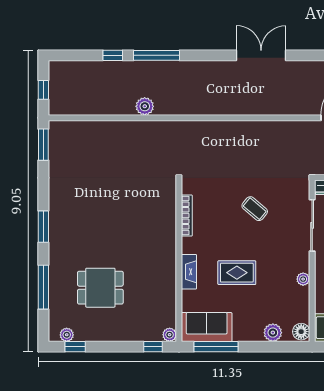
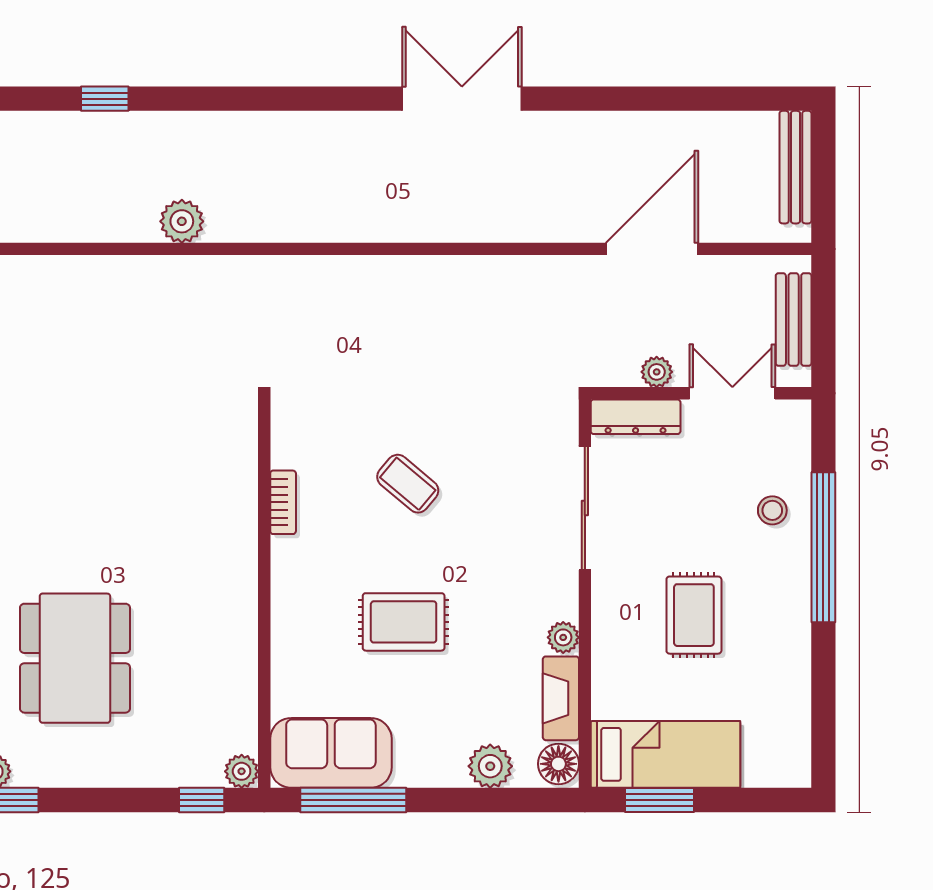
window: (156, 55) -> (210, 99), removed
coffee table: (255, 209) -> (408, 484), moved
bookcase: (187, 216) -> (283, 502), width x0.64
fireplace: (189, 272) -> (561, 698), moved, turned 180
dining table: (100, 288) -> (75, 658), width x1.38

